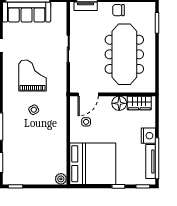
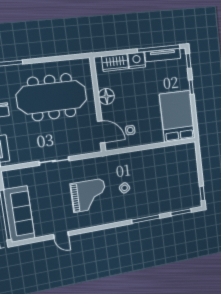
grand piano: (32, 75) -> (89, 195), turned 180
wardrobe: (139, 103) -> (115, 63), moved, turned 90
bed: (93, 164) -> (177, 116), width x0.73
plant: (61, 179) -> (190, 148), removed

